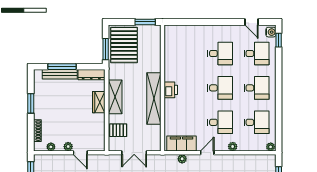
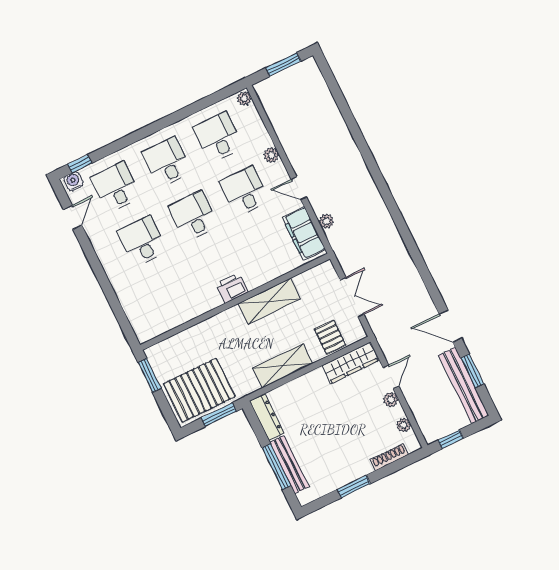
shelving: (154, 98) -> (269, 301), width x0.68
wardrobe: (99, 102) -> (350, 363), moved, width x1.50

